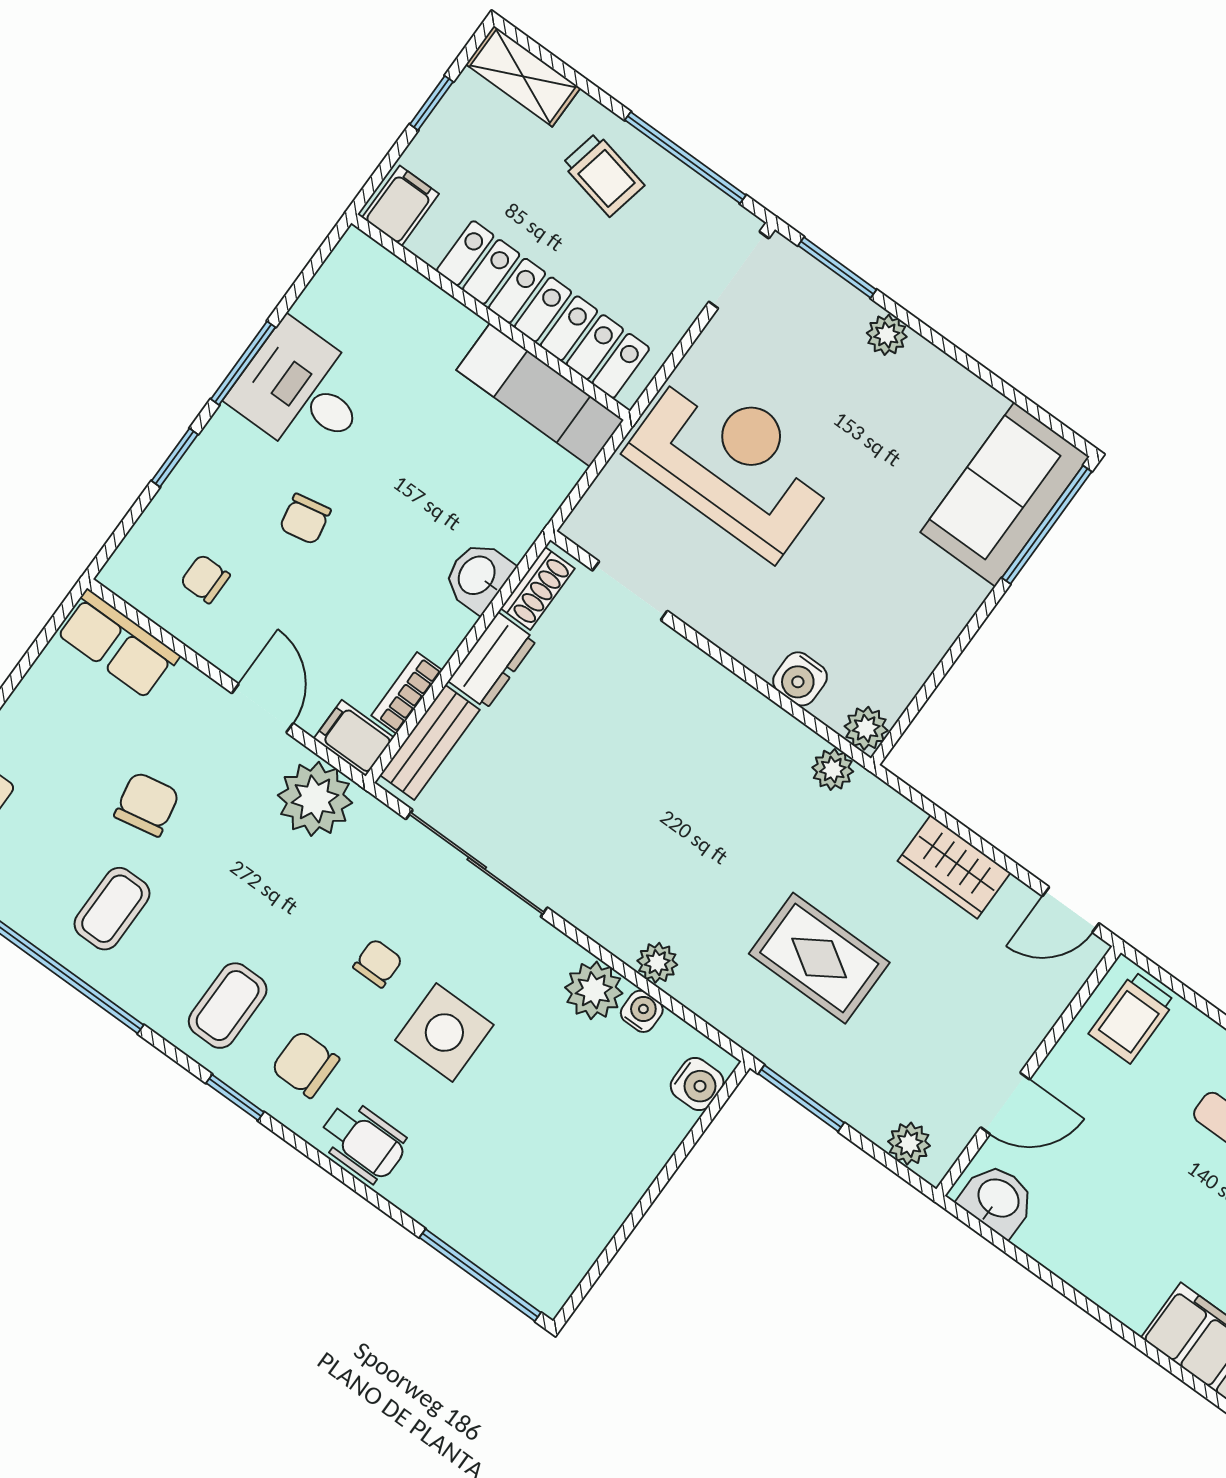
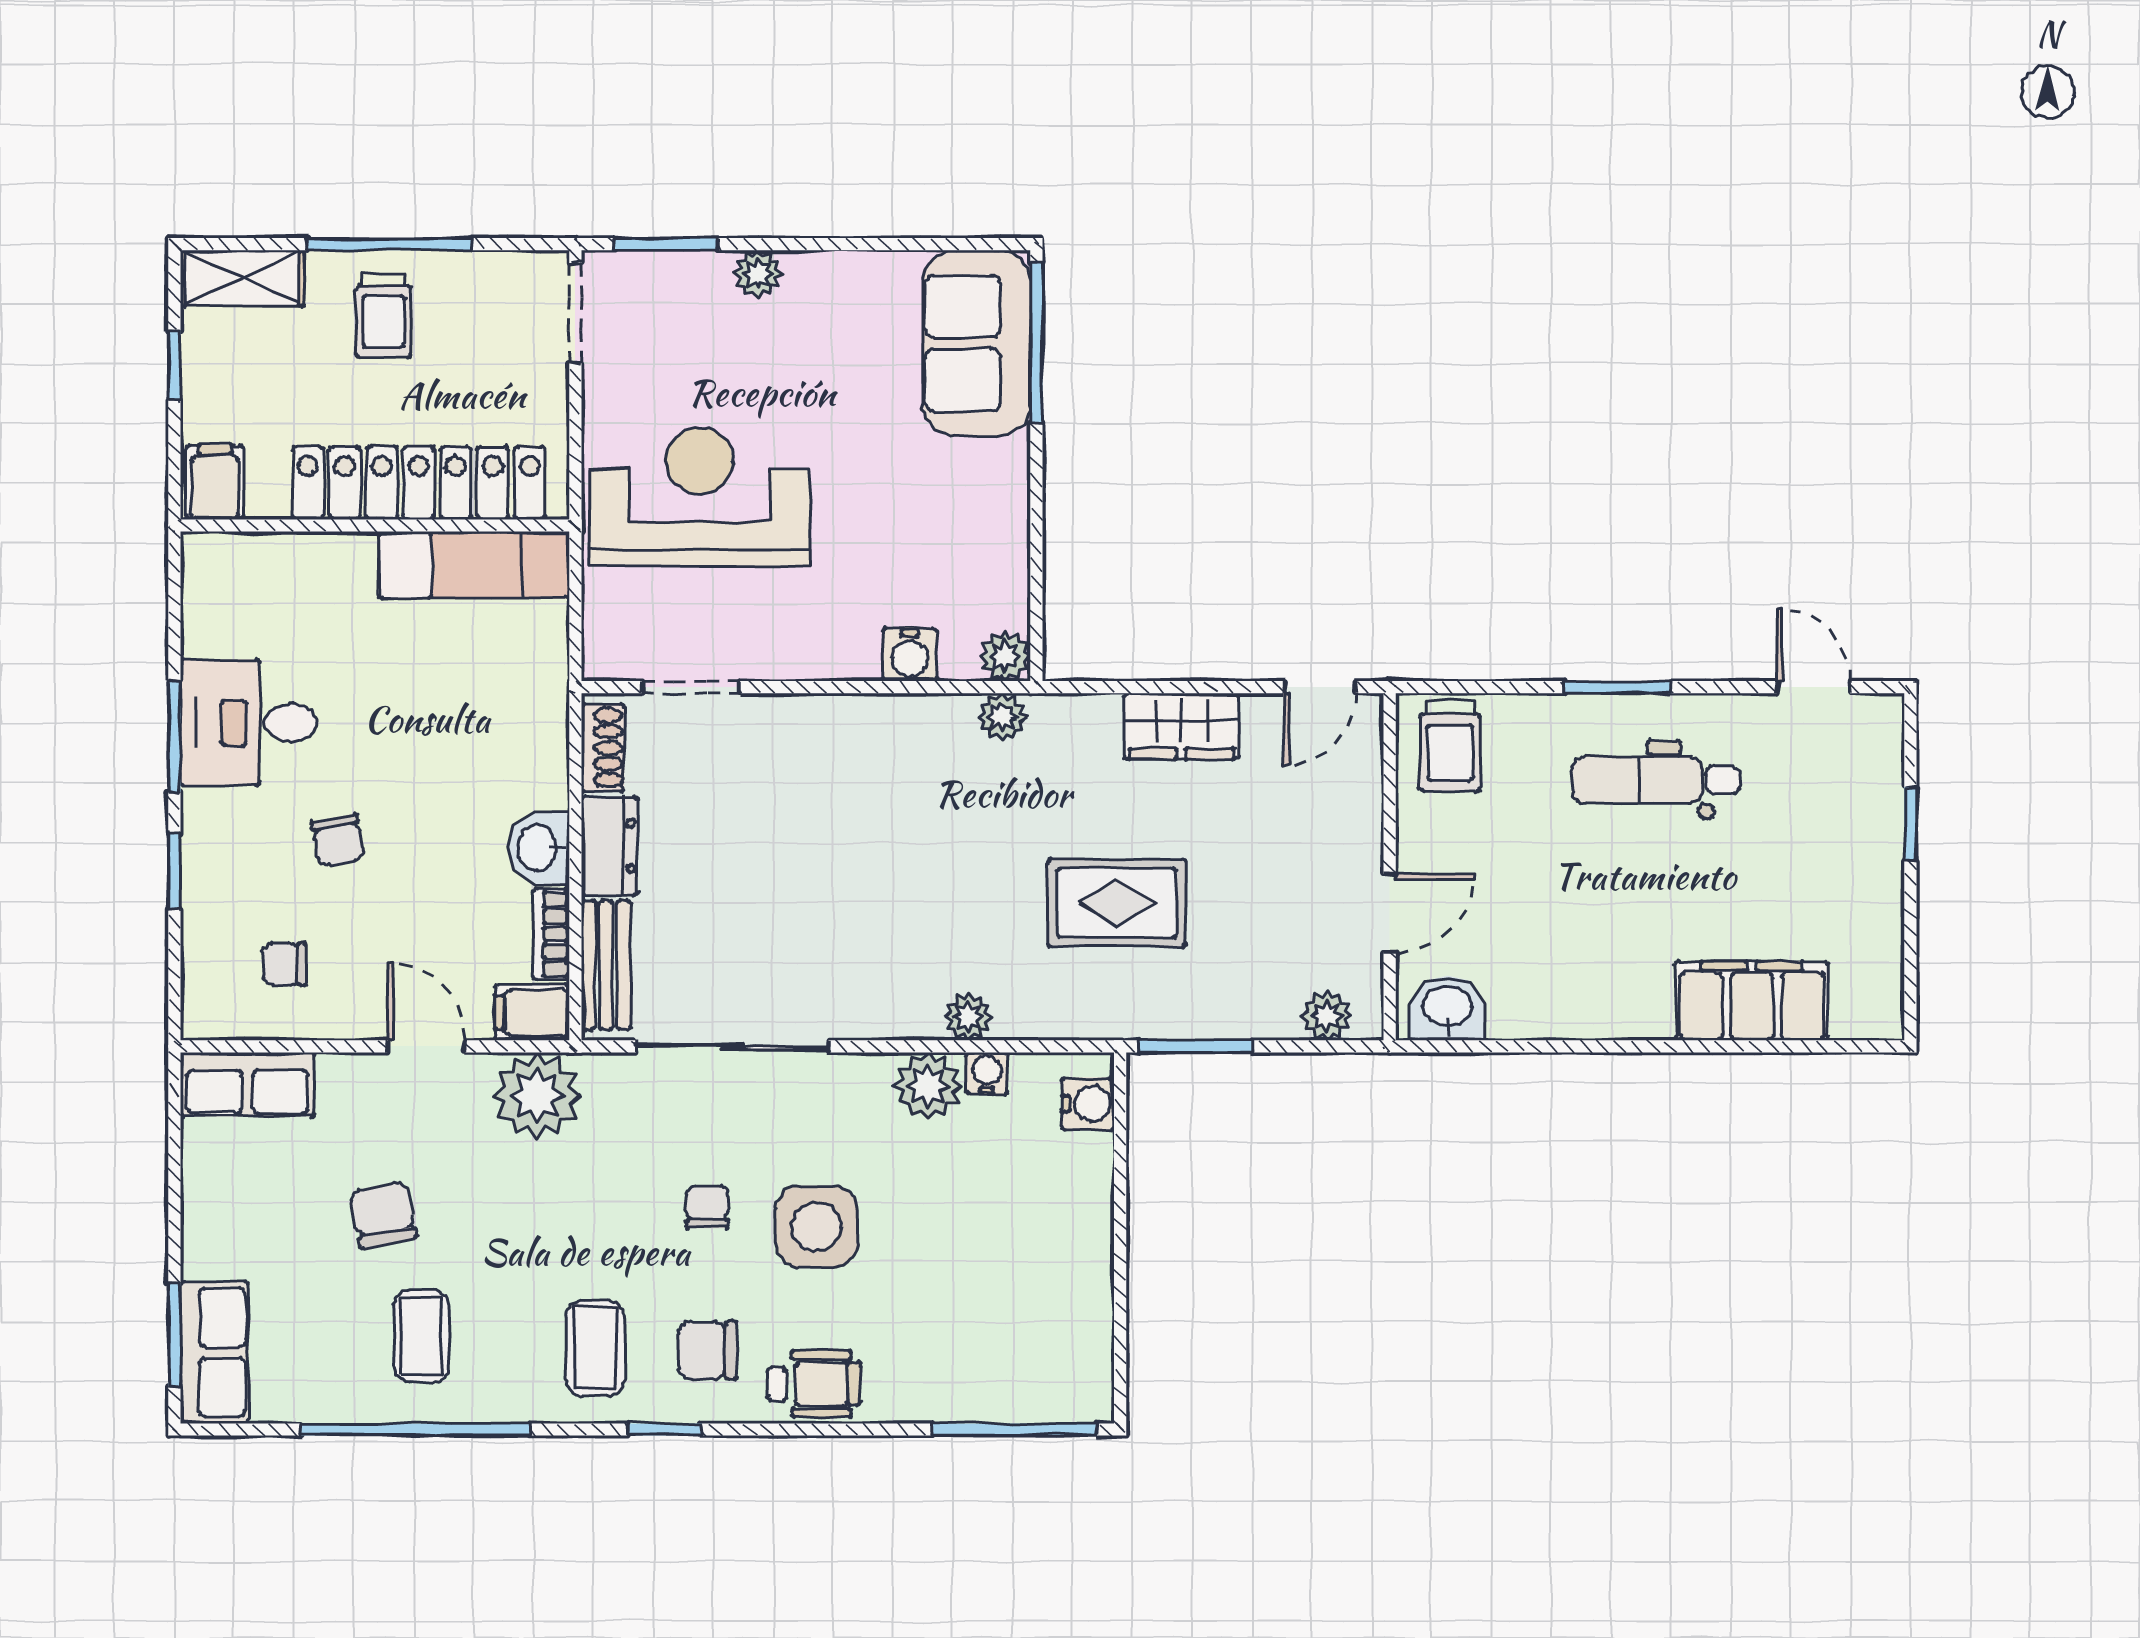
window: (685, 158) -> (389, 244), moved
trolley: (603, 175) -> (384, 316), turned 78
washbasin: (478, 576) -> (539, 847), moved

